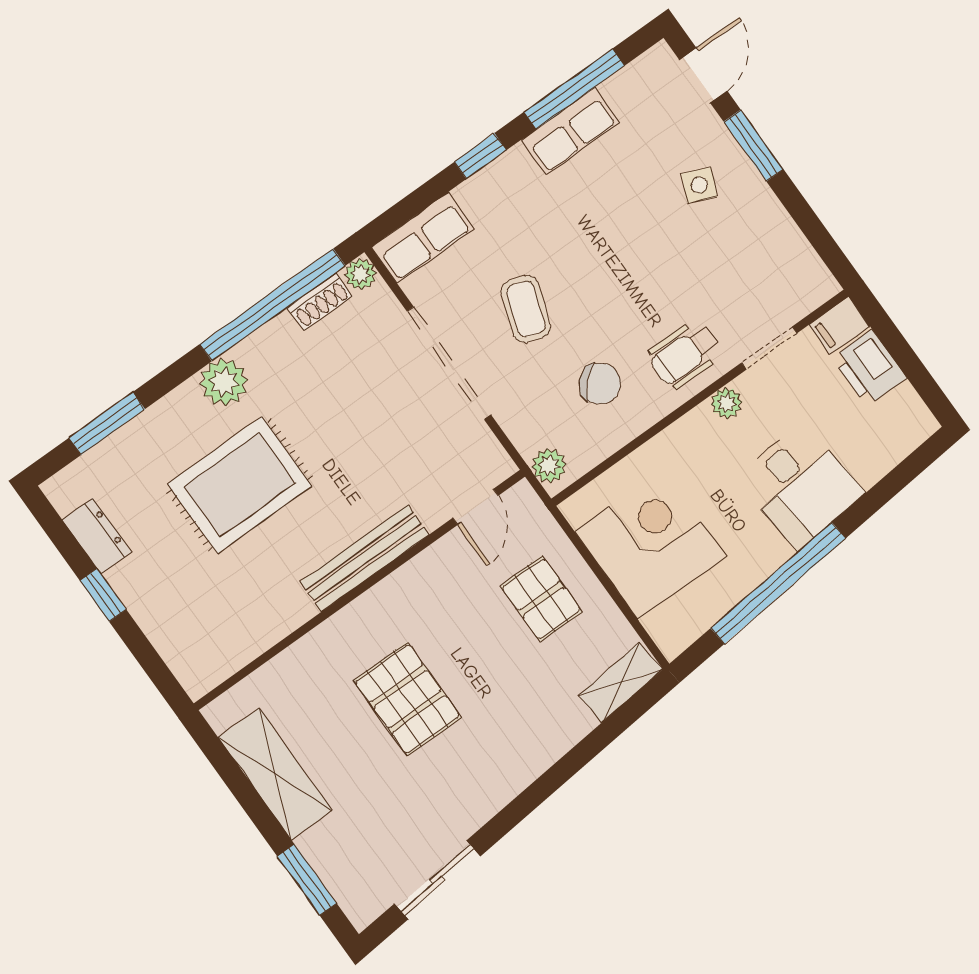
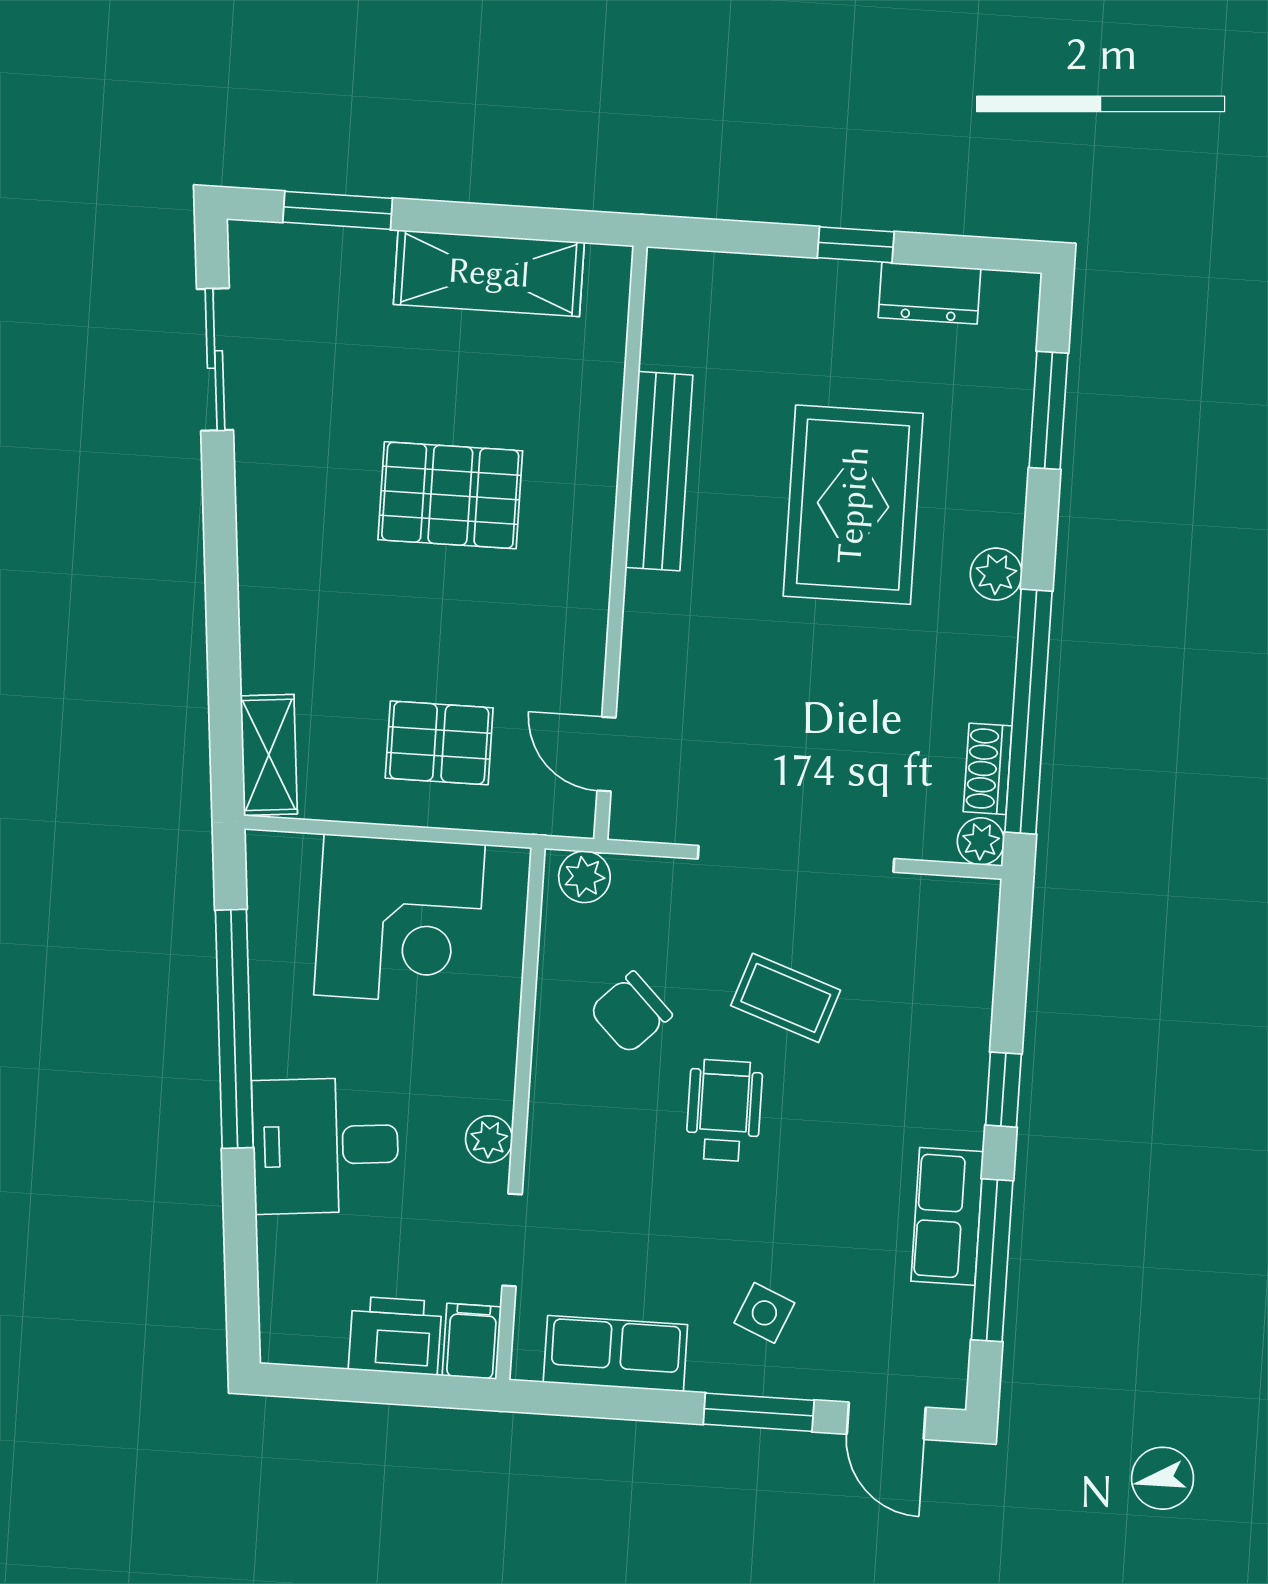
row of seats: (423, 238) -> (615, 1354), moved, turned 90
wheelchair: (685, 354) -> (724, 1110), moved
plant: (224, 382) -> (996, 574), width x0.73, depth x0.73
bench: (365, 558) -> (659, 471), moved

